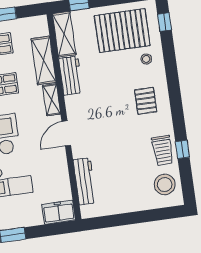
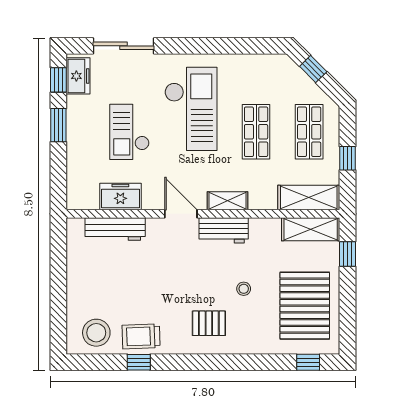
stool: (146, 59) -> (244, 289), moved
shelving: (44, 60) -> (309, 198), moved
workbench: (71, 76) -> (224, 230), moved
freezer: (59, 212) -> (120, 197), moved, turned -90

